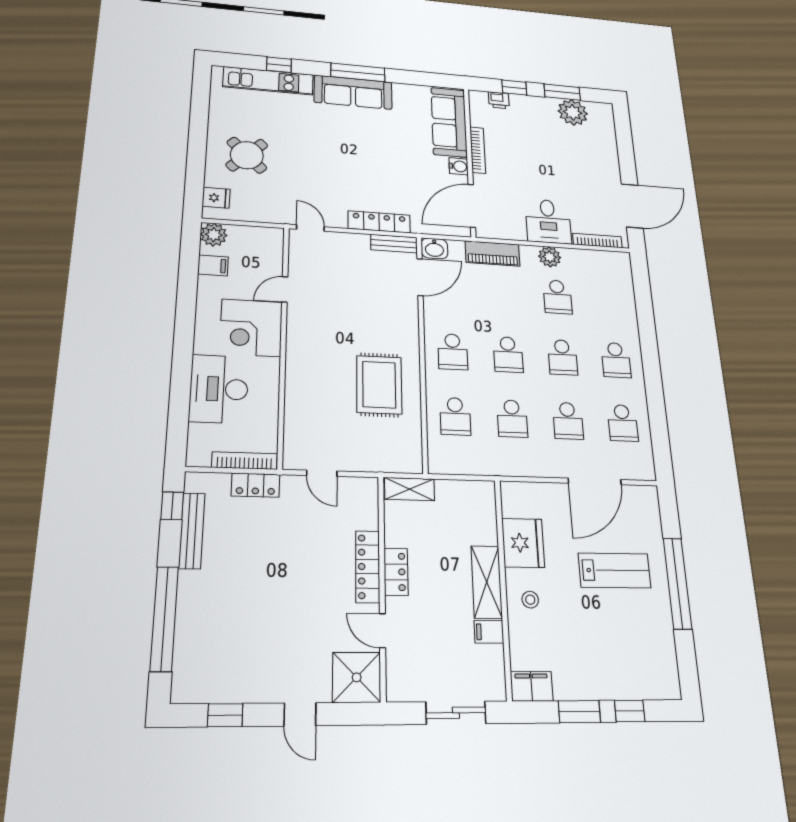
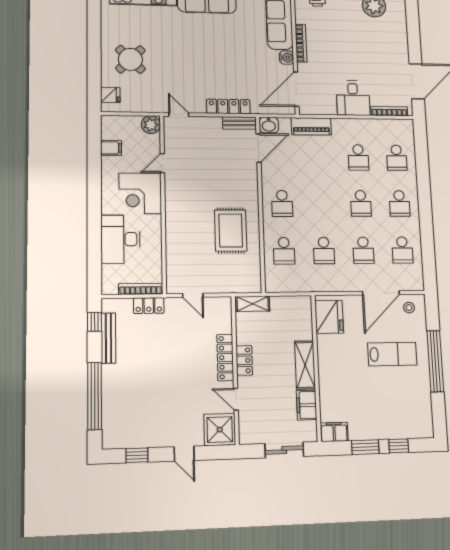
plant: (214, 235) -> (151, 125), moved
plant: (550, 257) -> (353, 126), removed
school desk: (508, 354) -> (397, 158), moved
fridge: (523, 543) -> (329, 317), moved
stool: (530, 600) -> (409, 308), moved
filing cabinet: (489, 632) -> (307, 405), width x2.00

